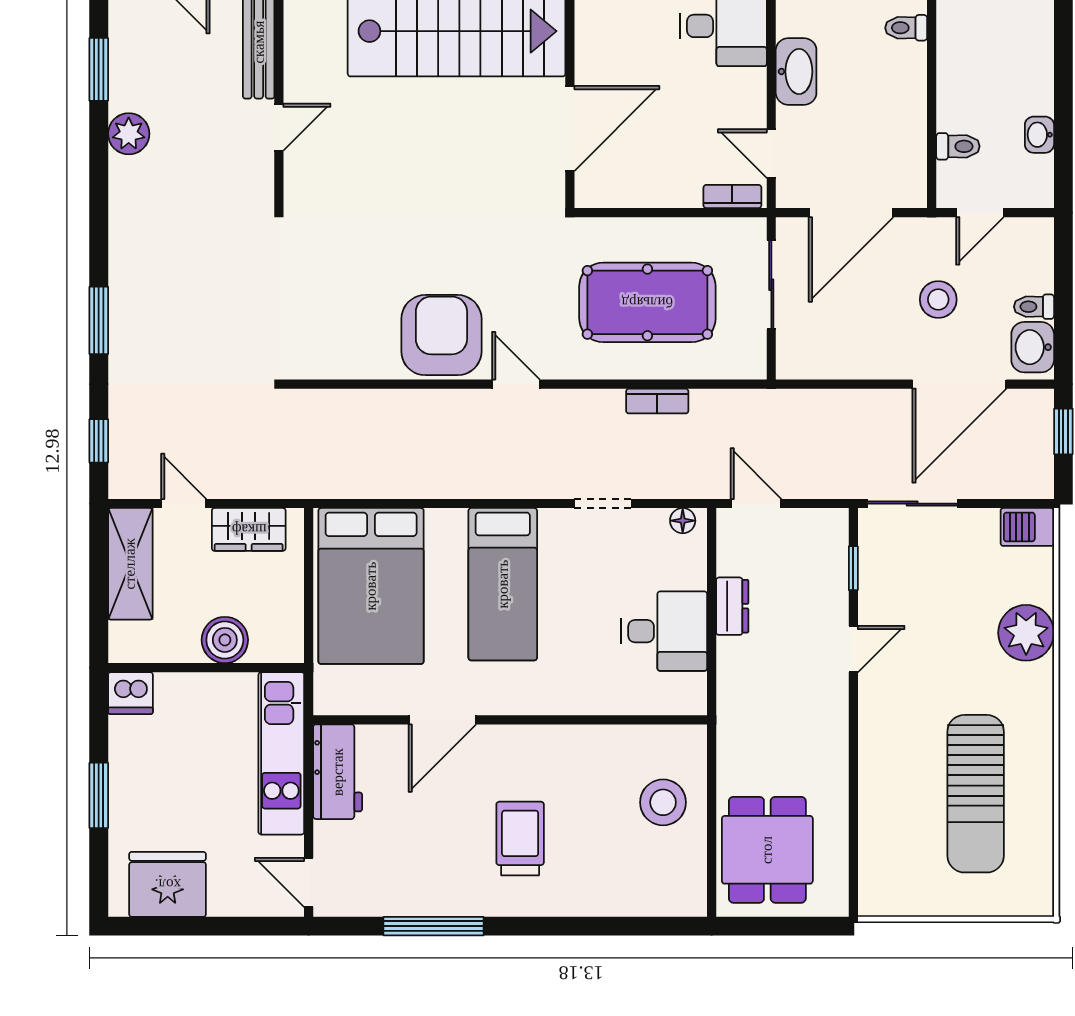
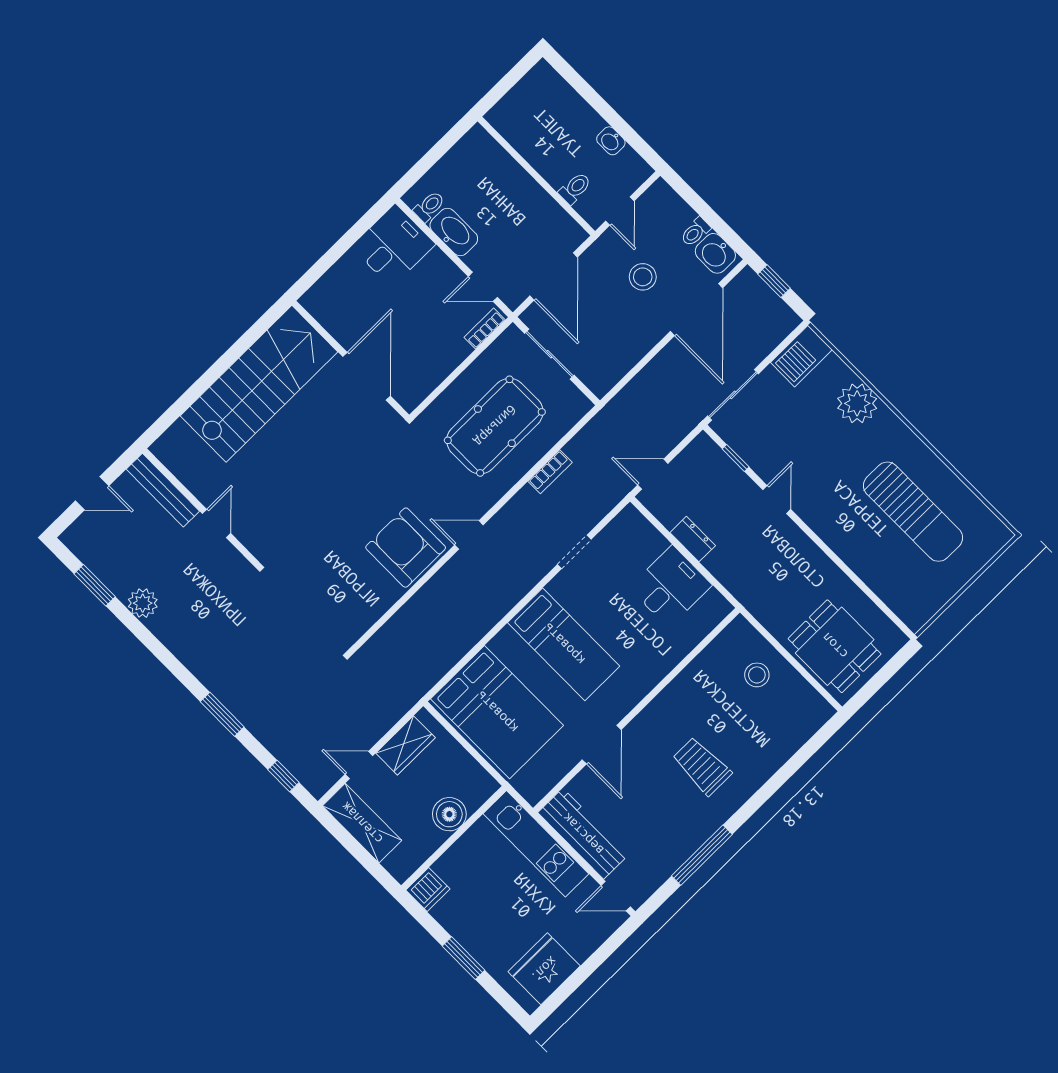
toilet: (906, 28) -> (429, 206), moved, turned 180
floor lamp: (683, 521) -> (624, 520), removed
barbecue: (1027, 527) -> (801, 356), width x1.38, depth x1.27
workbench: (338, 772) -> (583, 834), width x1.38
stool: (663, 802) -> (757, 675), width x0.73, depth x0.73

